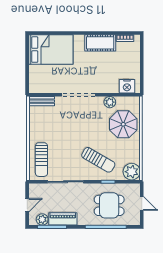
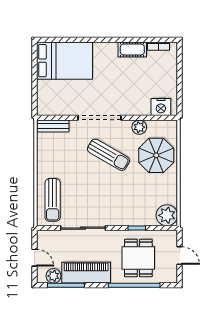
cot: (100, 43) -> (132, 50), width x0.73, depth x0.75
sun lounger: (98, 160) -> (108, 155), moved
door: (27, 205) -> (34, 258), hinge flipped
dining table: (109, 205) -> (138, 258), turned 90
piano: (63, 219) -> (86, 273), width x1.37, depth x1.33

